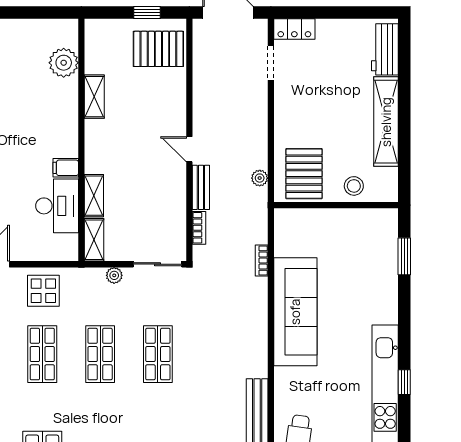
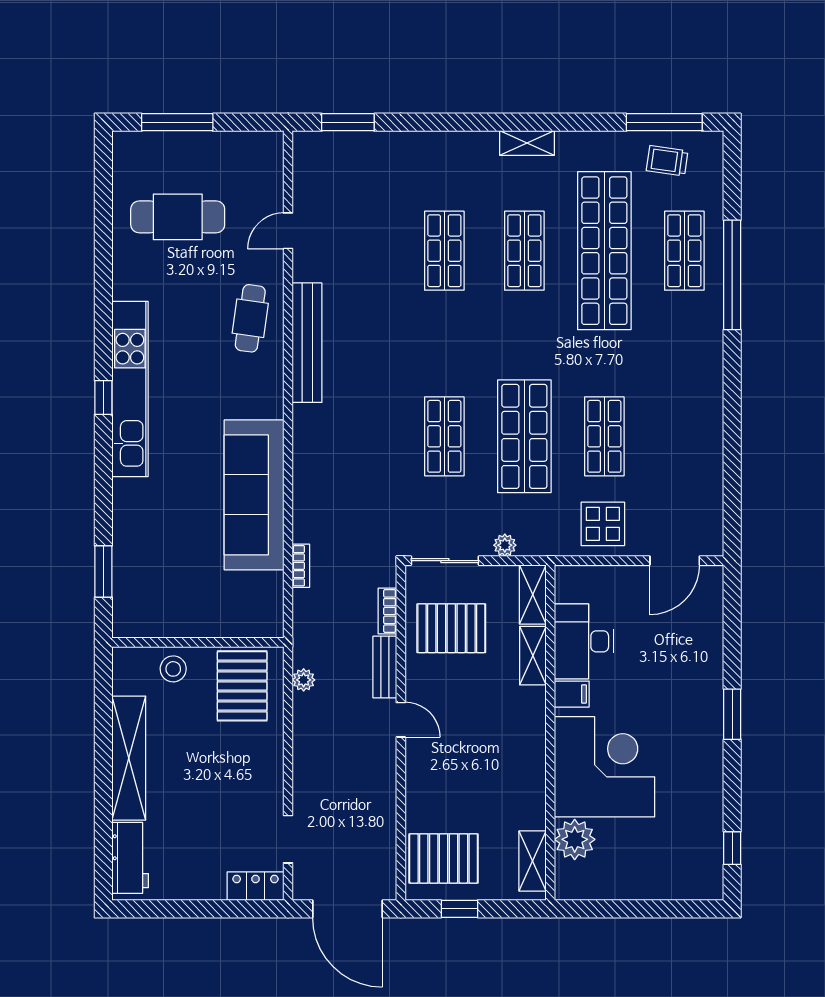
shelving: (94, 97) -> (532, 861), moved
corner desk: (42, 115) -> (605, 767), added
pallet: (153, 215) -> (451, 628), added
shop shelf: (100, 354) -> (524, 436), width x1.43, depth x1.36

